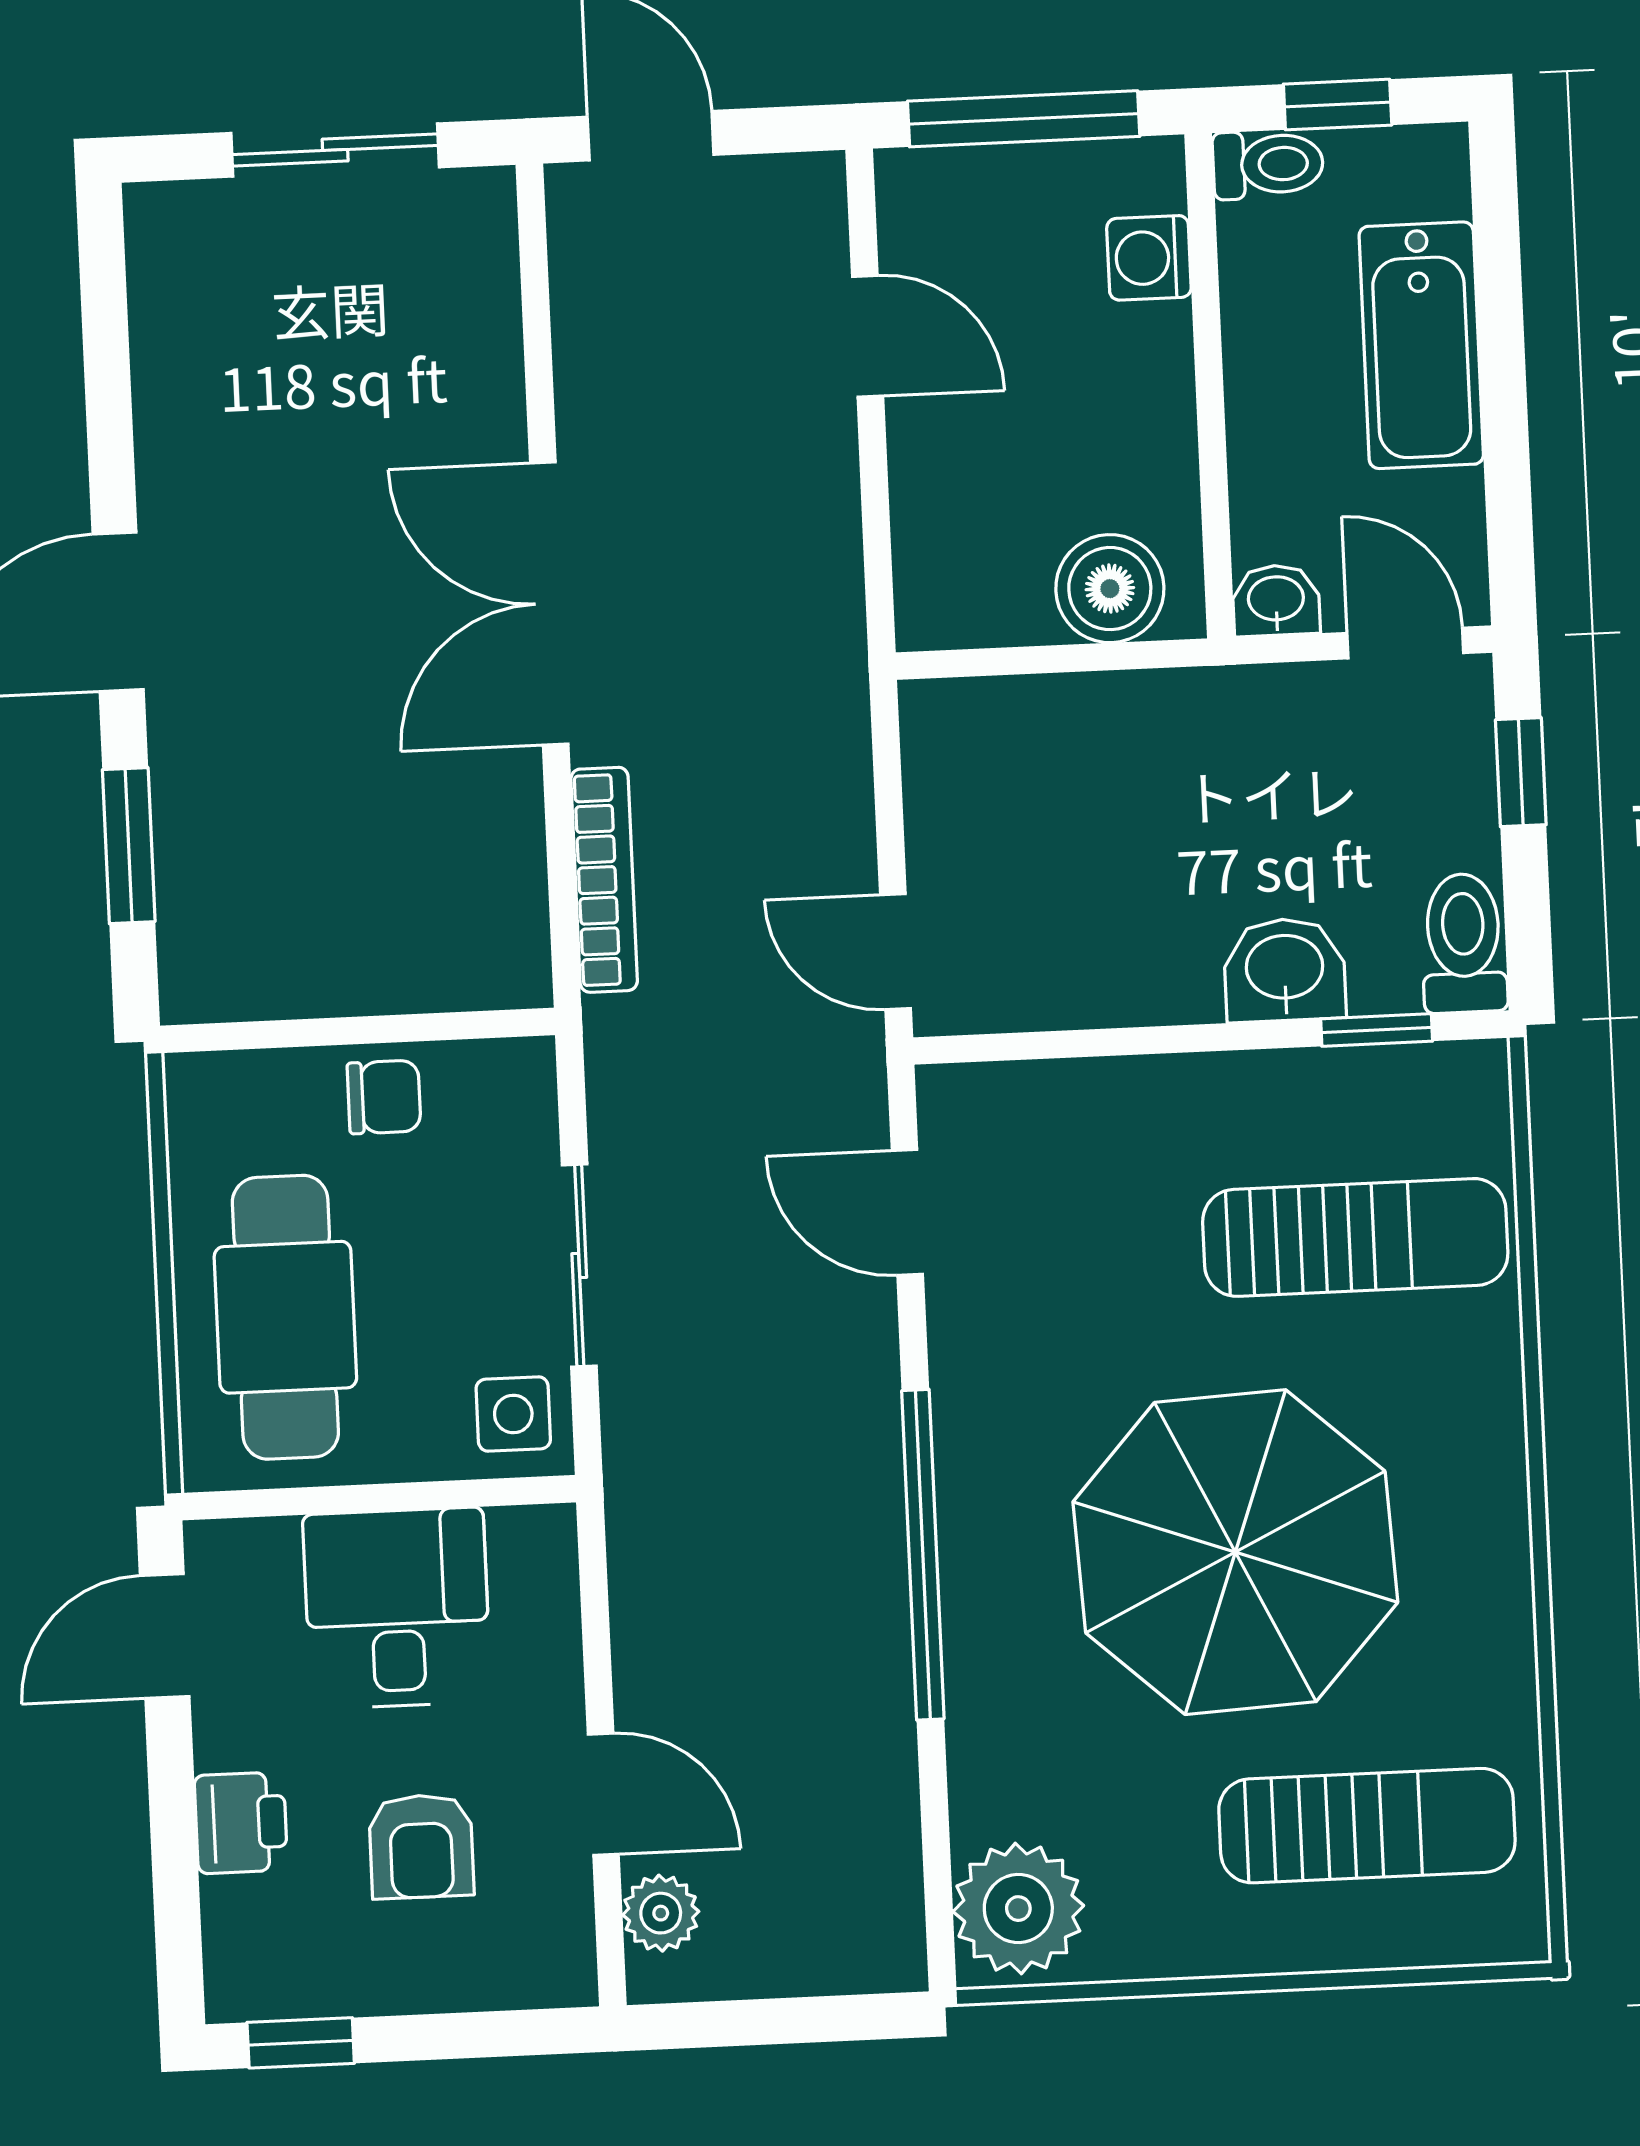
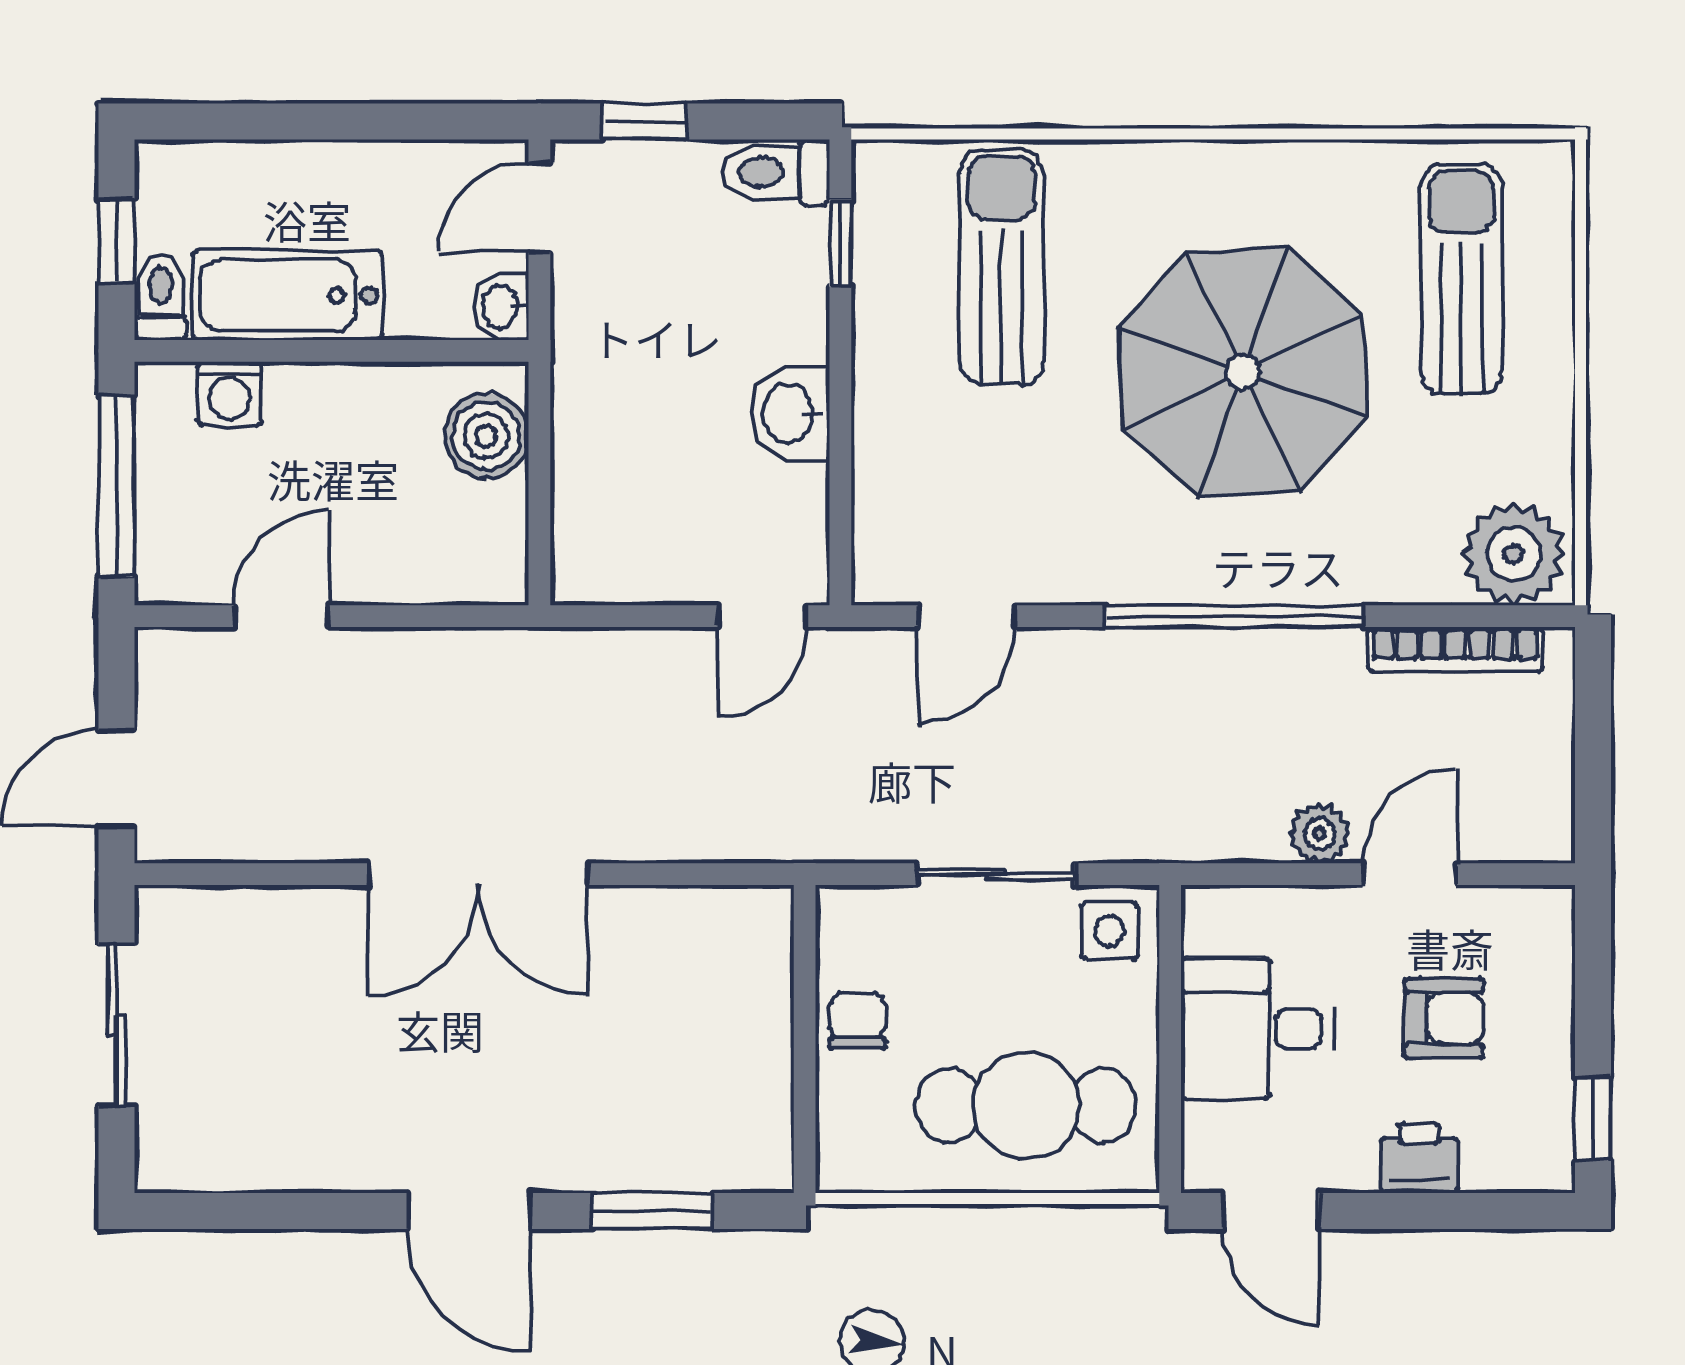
bathtub: (1421, 345) -> (287, 295), moved, turned 180
bookcase: (604, 880) -> (1455, 649), moved, turned 180
washbasin: (1285, 970) -> (790, 413), moved
plant: (661, 1913) -> (1320, 834), moved

